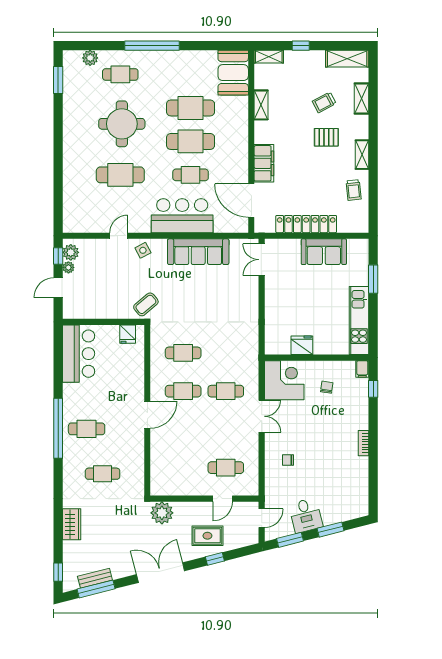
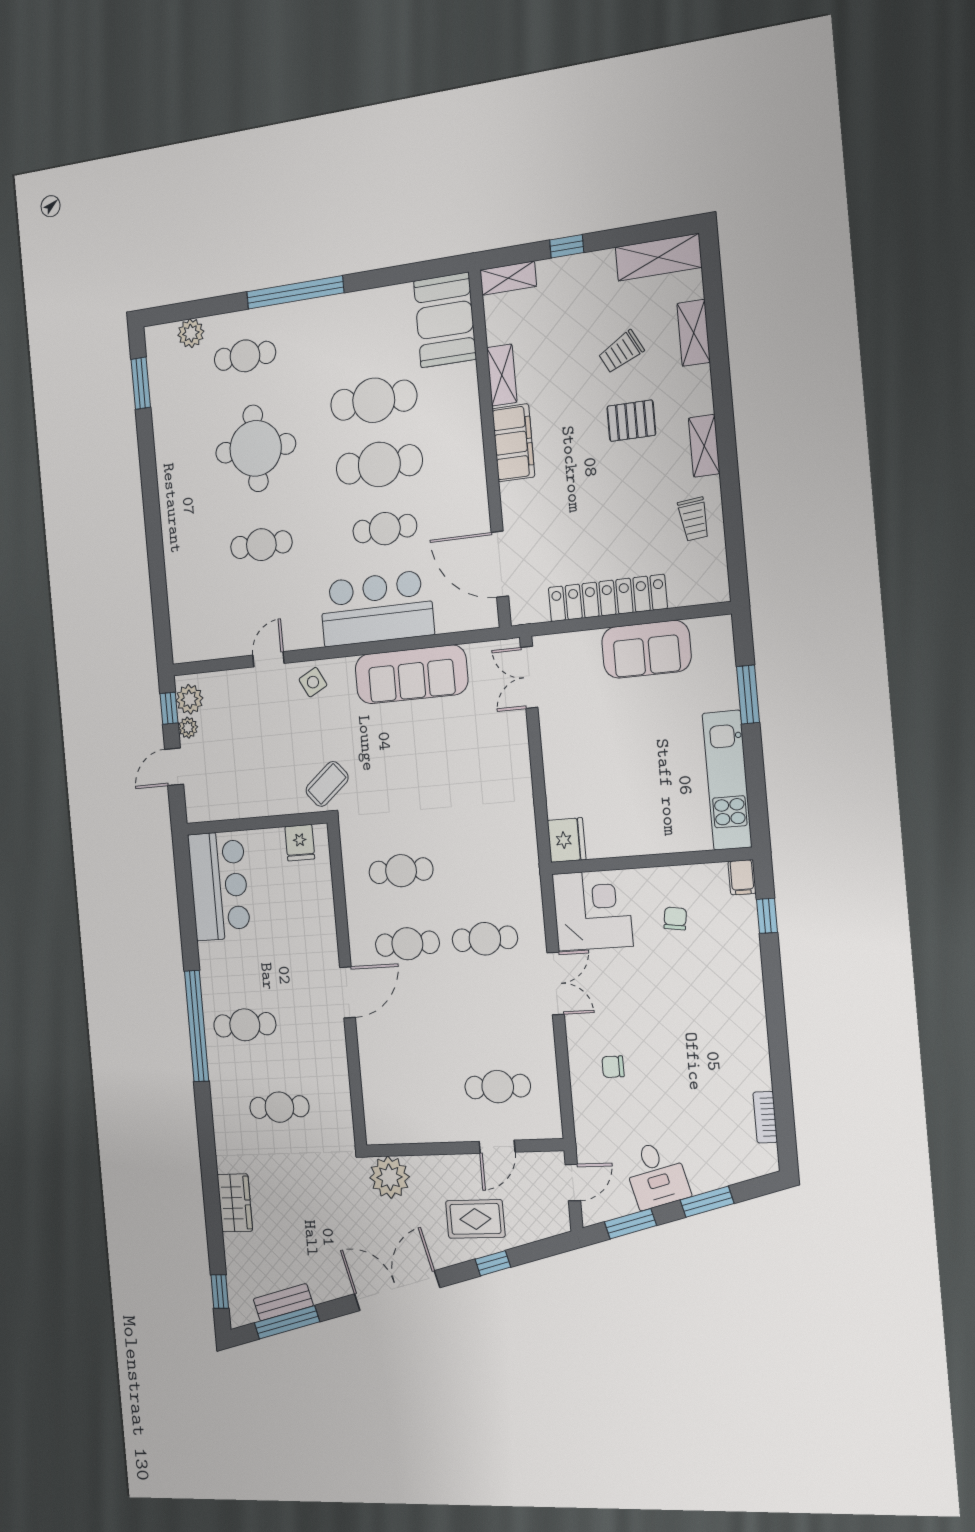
filing cabinet: (264, 163) -> (513, 443), moved
cafe table: (120, 175) -> (261, 545), width x0.73, depth x0.74
fridge: (302, 345) -> (567, 840), moved, turned 90
bookcase: (364, 443) -> (765, 1117), moved

